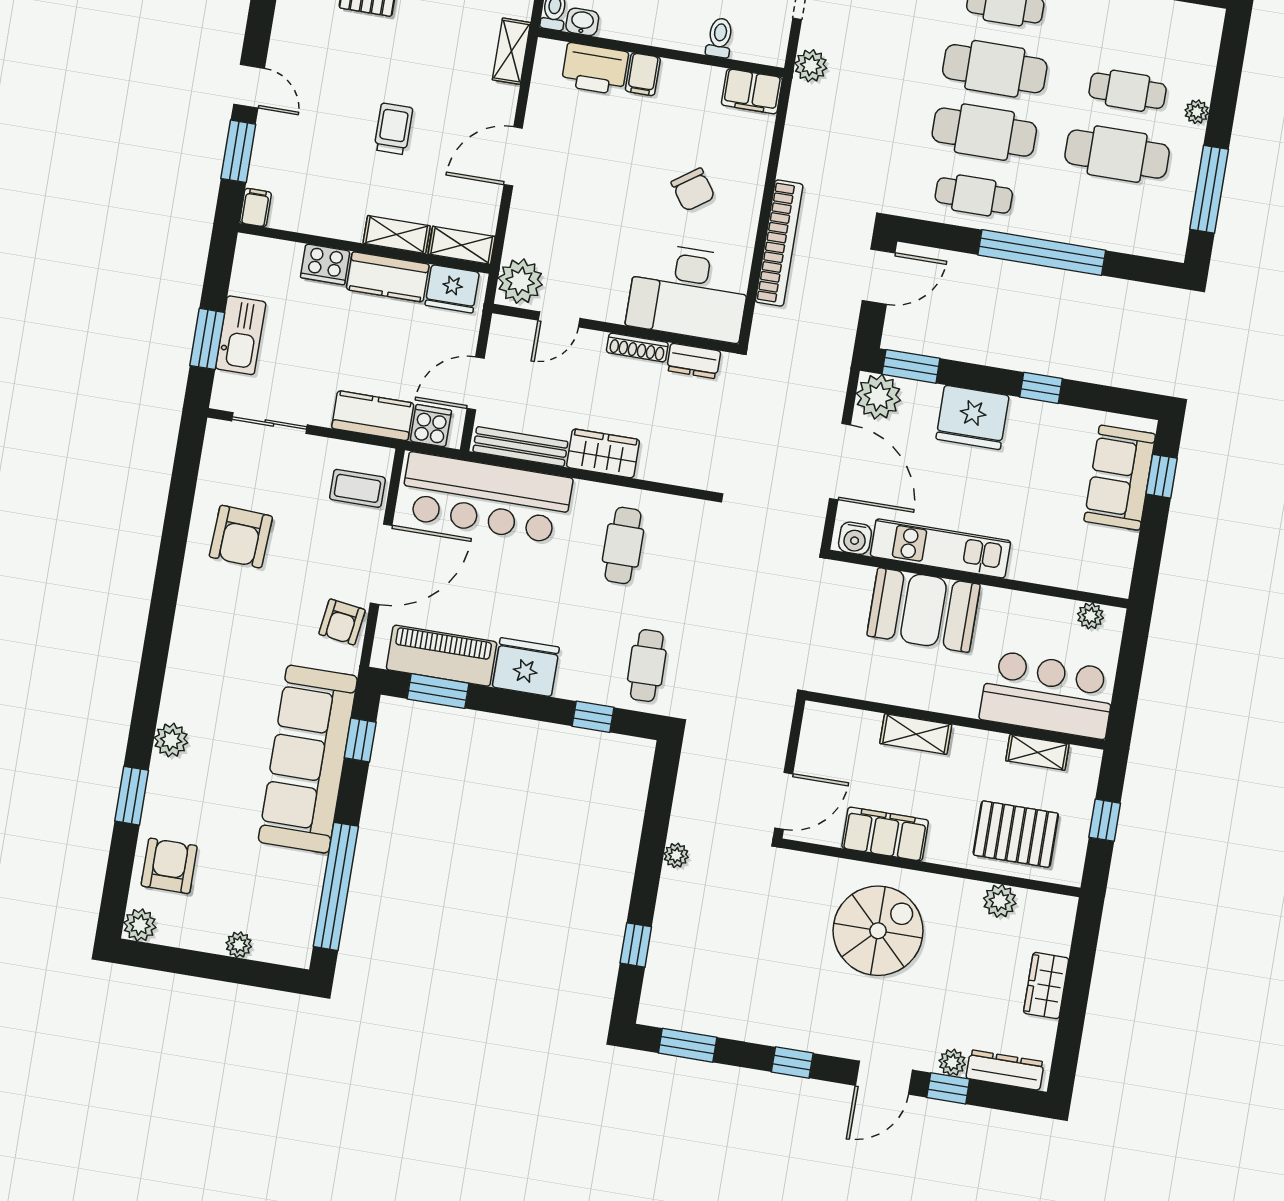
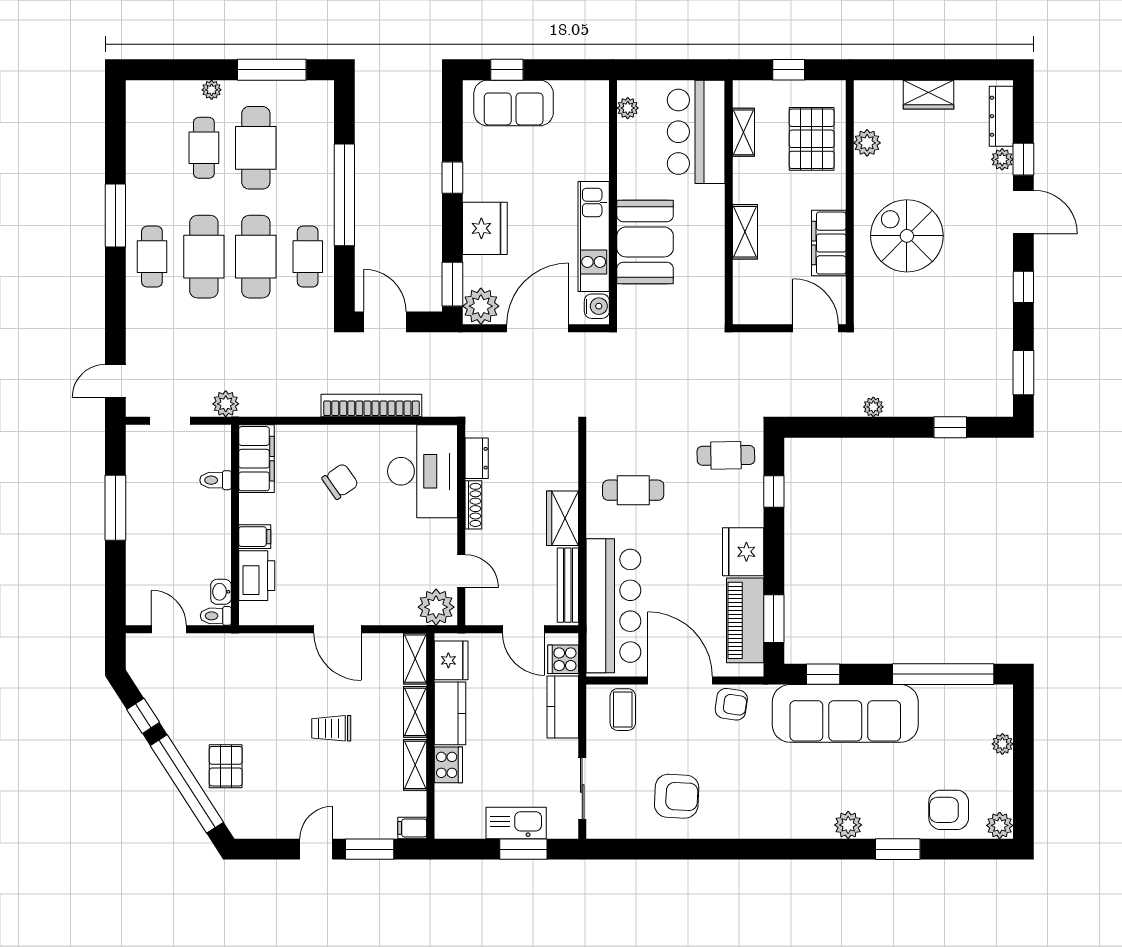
shelving: (511, 51) -> (415, 765), moved, turned 90
filing cabinet: (752, 91) -> (256, 459), width x1.50, depth x1.17

